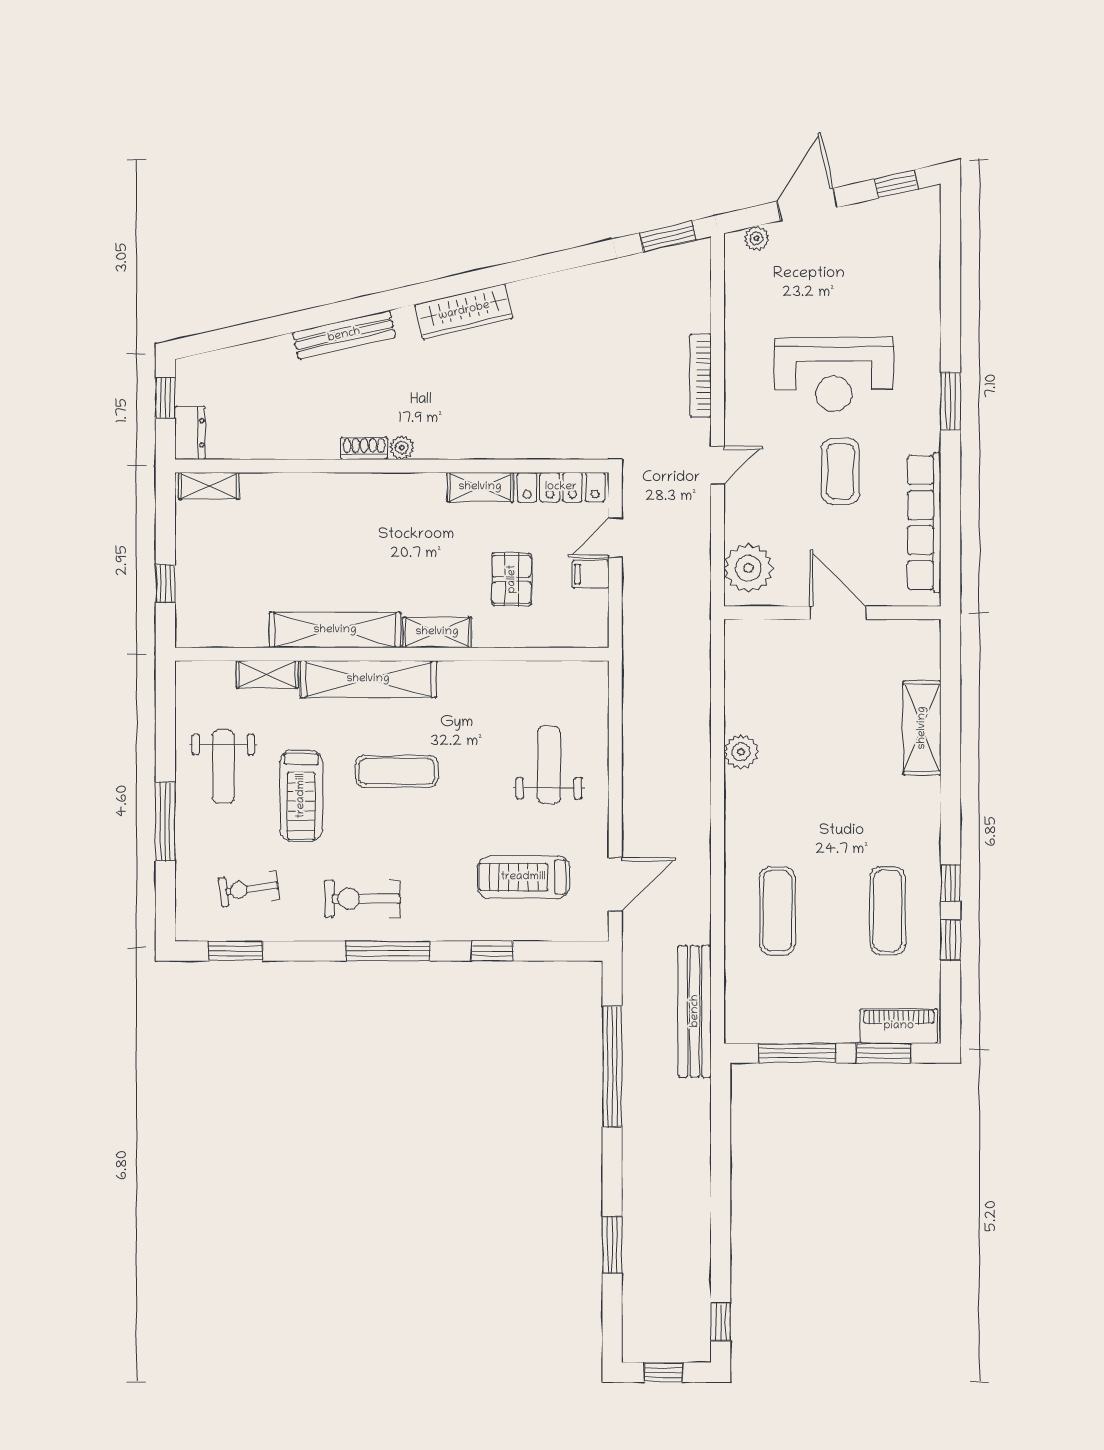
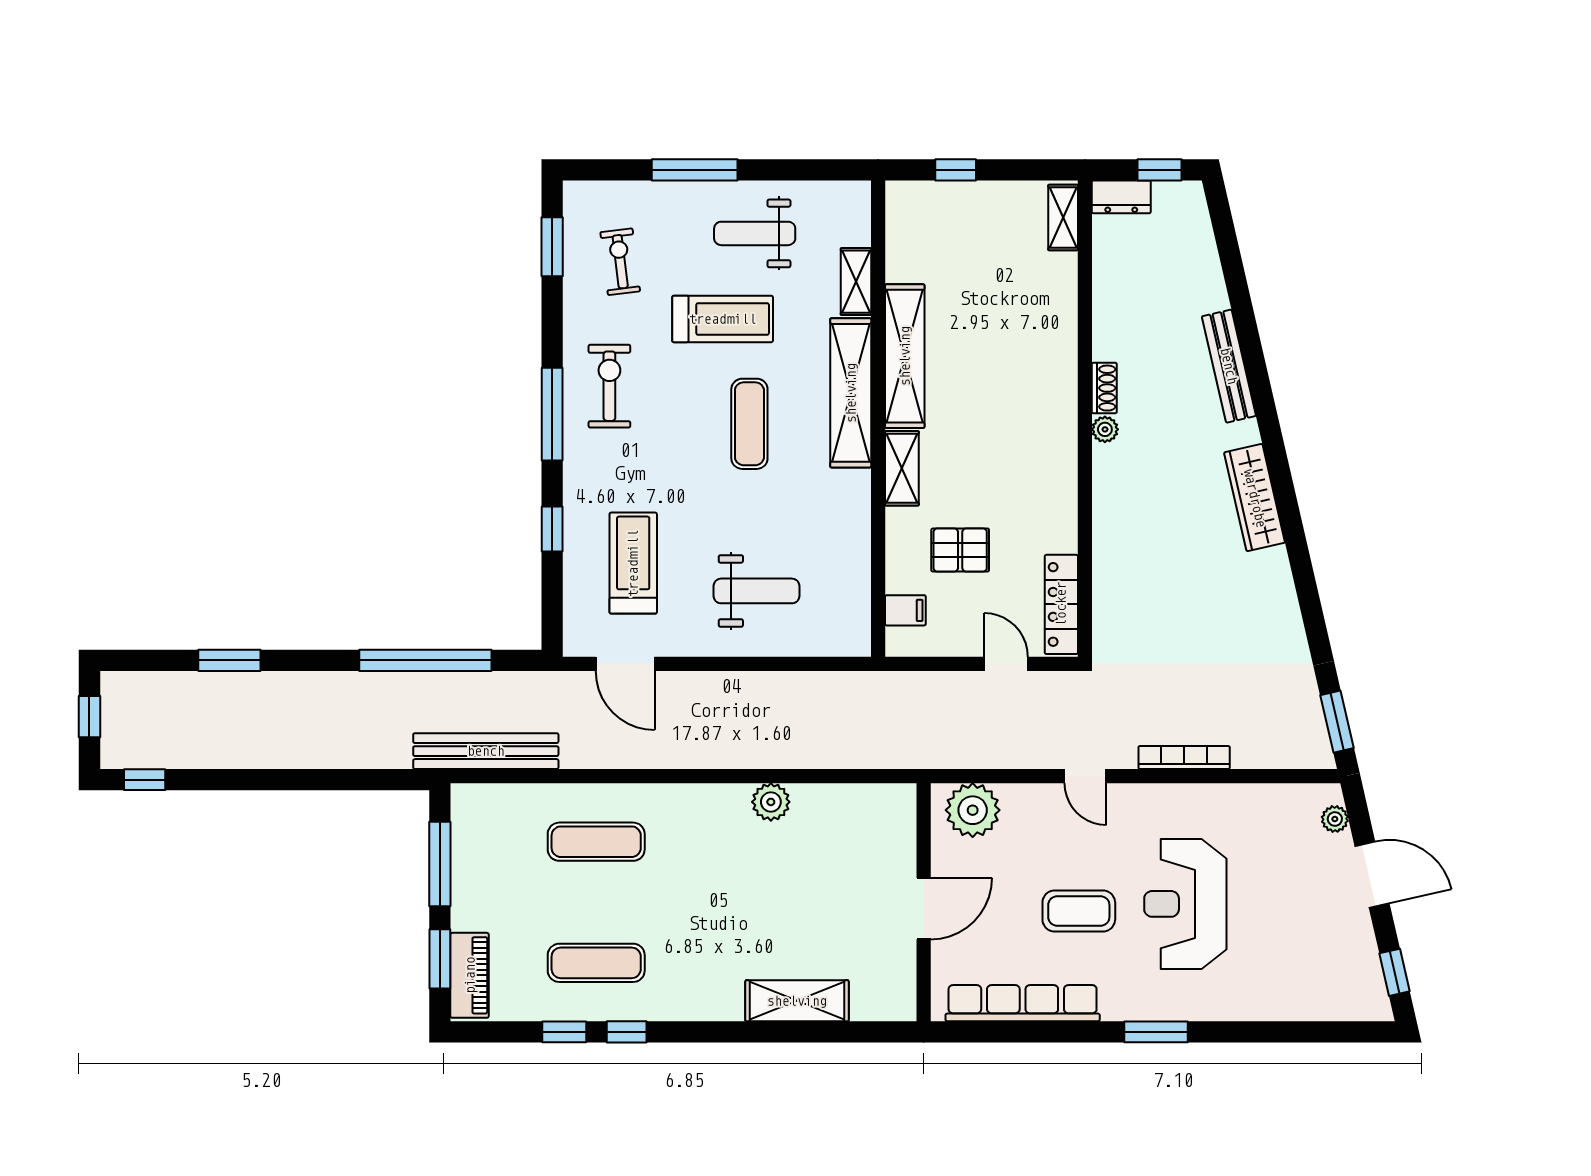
shelving: (480, 487) -> (1062, 516), removed
filing cabinet: (590, 574) -> (905, 610), moved, turned 90
treadmill: (301, 796) -> (723, 319), turned 180

